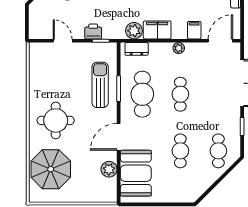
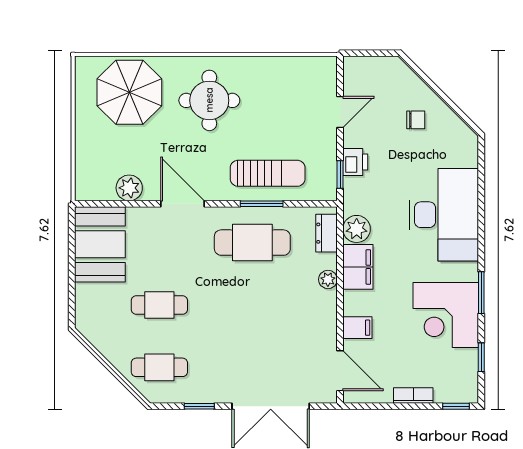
plant: (179, 48) -> (328, 279), moved
cafe table: (180, 94) -> (252, 305), removed
booth: (136, 173) -> (100, 244), moved, turned 90

